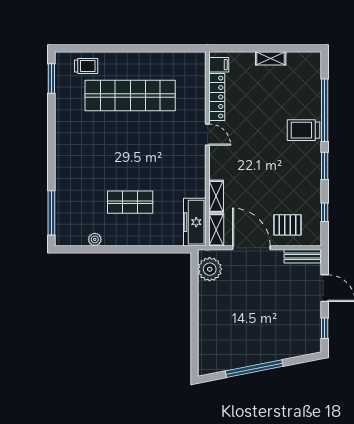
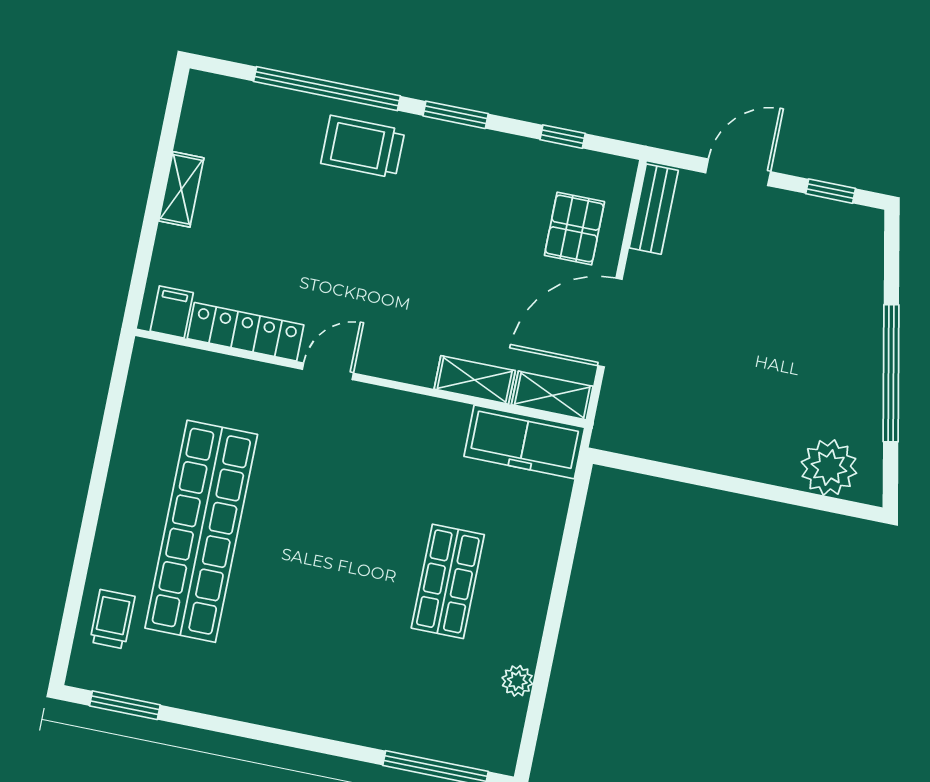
trolley: (304, 130) -> (363, 147), turned 90
plant: (210, 269) -> (829, 467), moved

